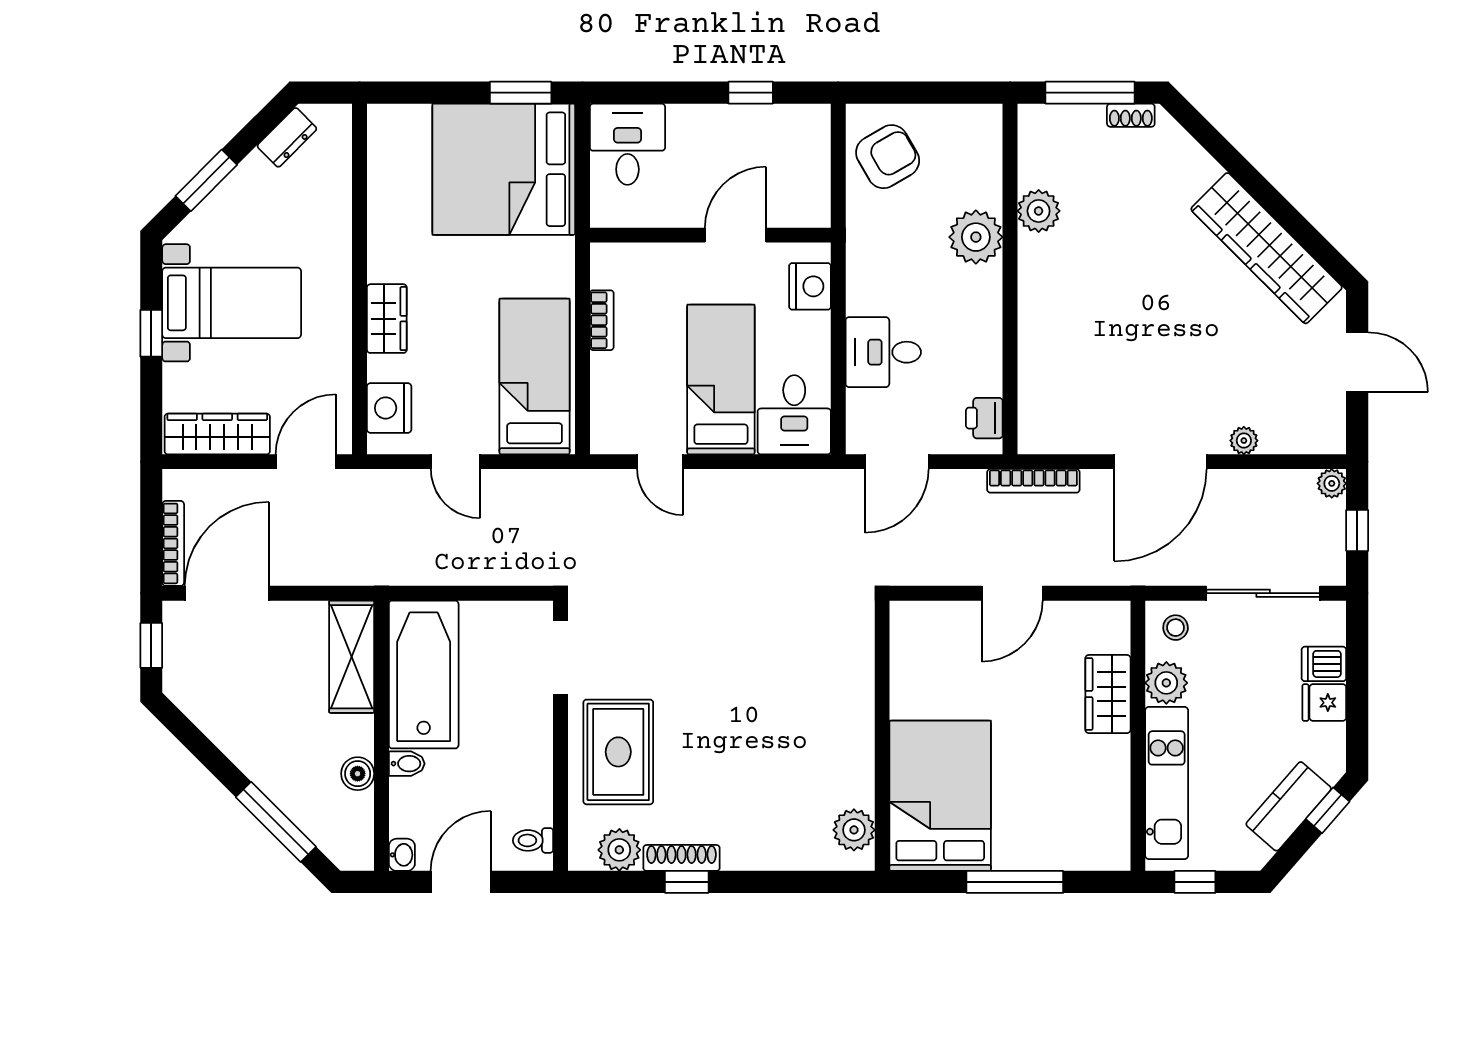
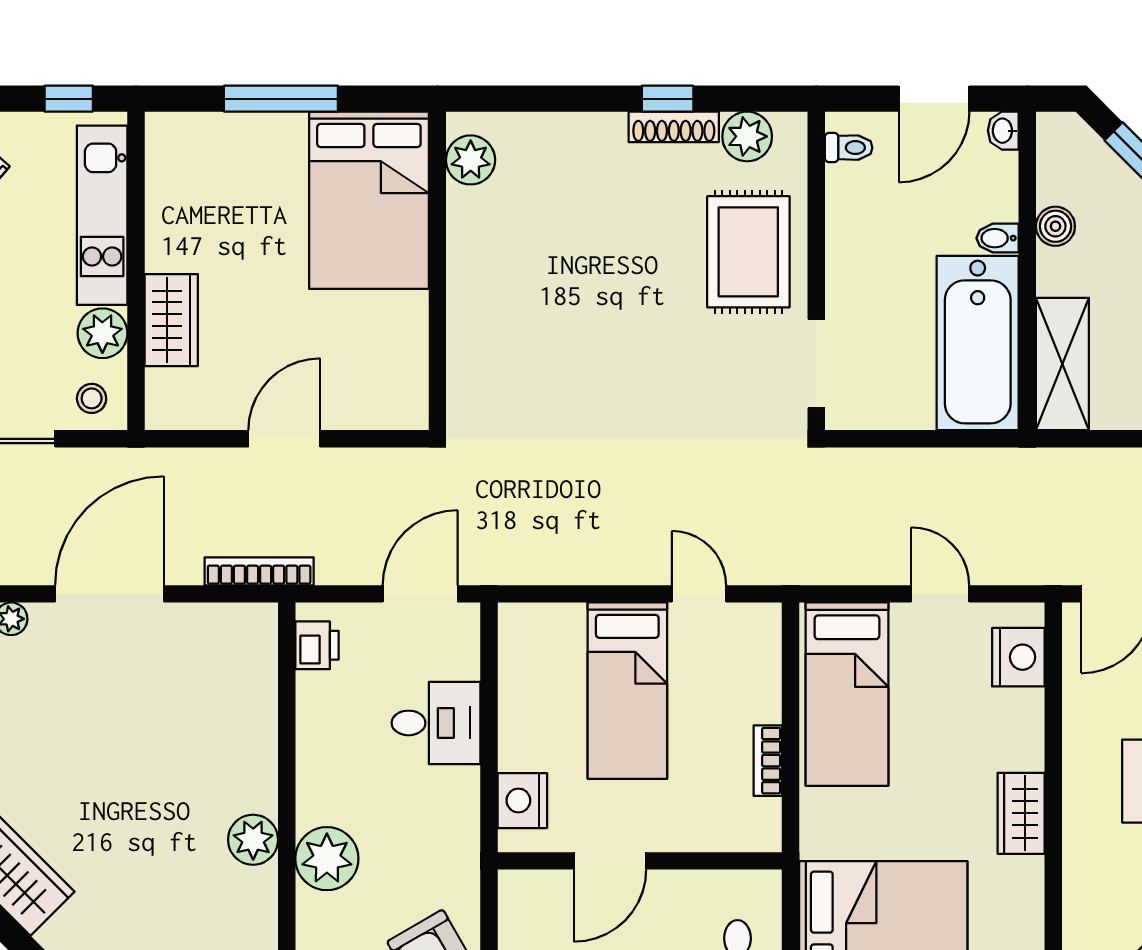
plant: (1039, 211) -> (253, 840), moved
wardrobe: (387, 319) -> (1021, 813), moved
desk: (794, 415) -> (541, 649), removed

